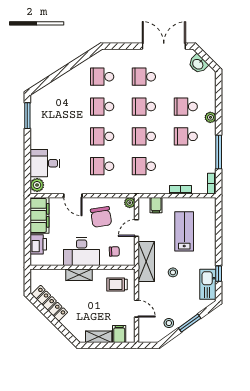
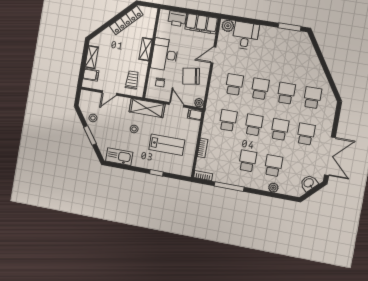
plant: (210, 117) -> (273, 188), moved
filing cabinet: (156, 205) -> (195, 114), moved
window: (219, 274) -> (156, 173), moved

